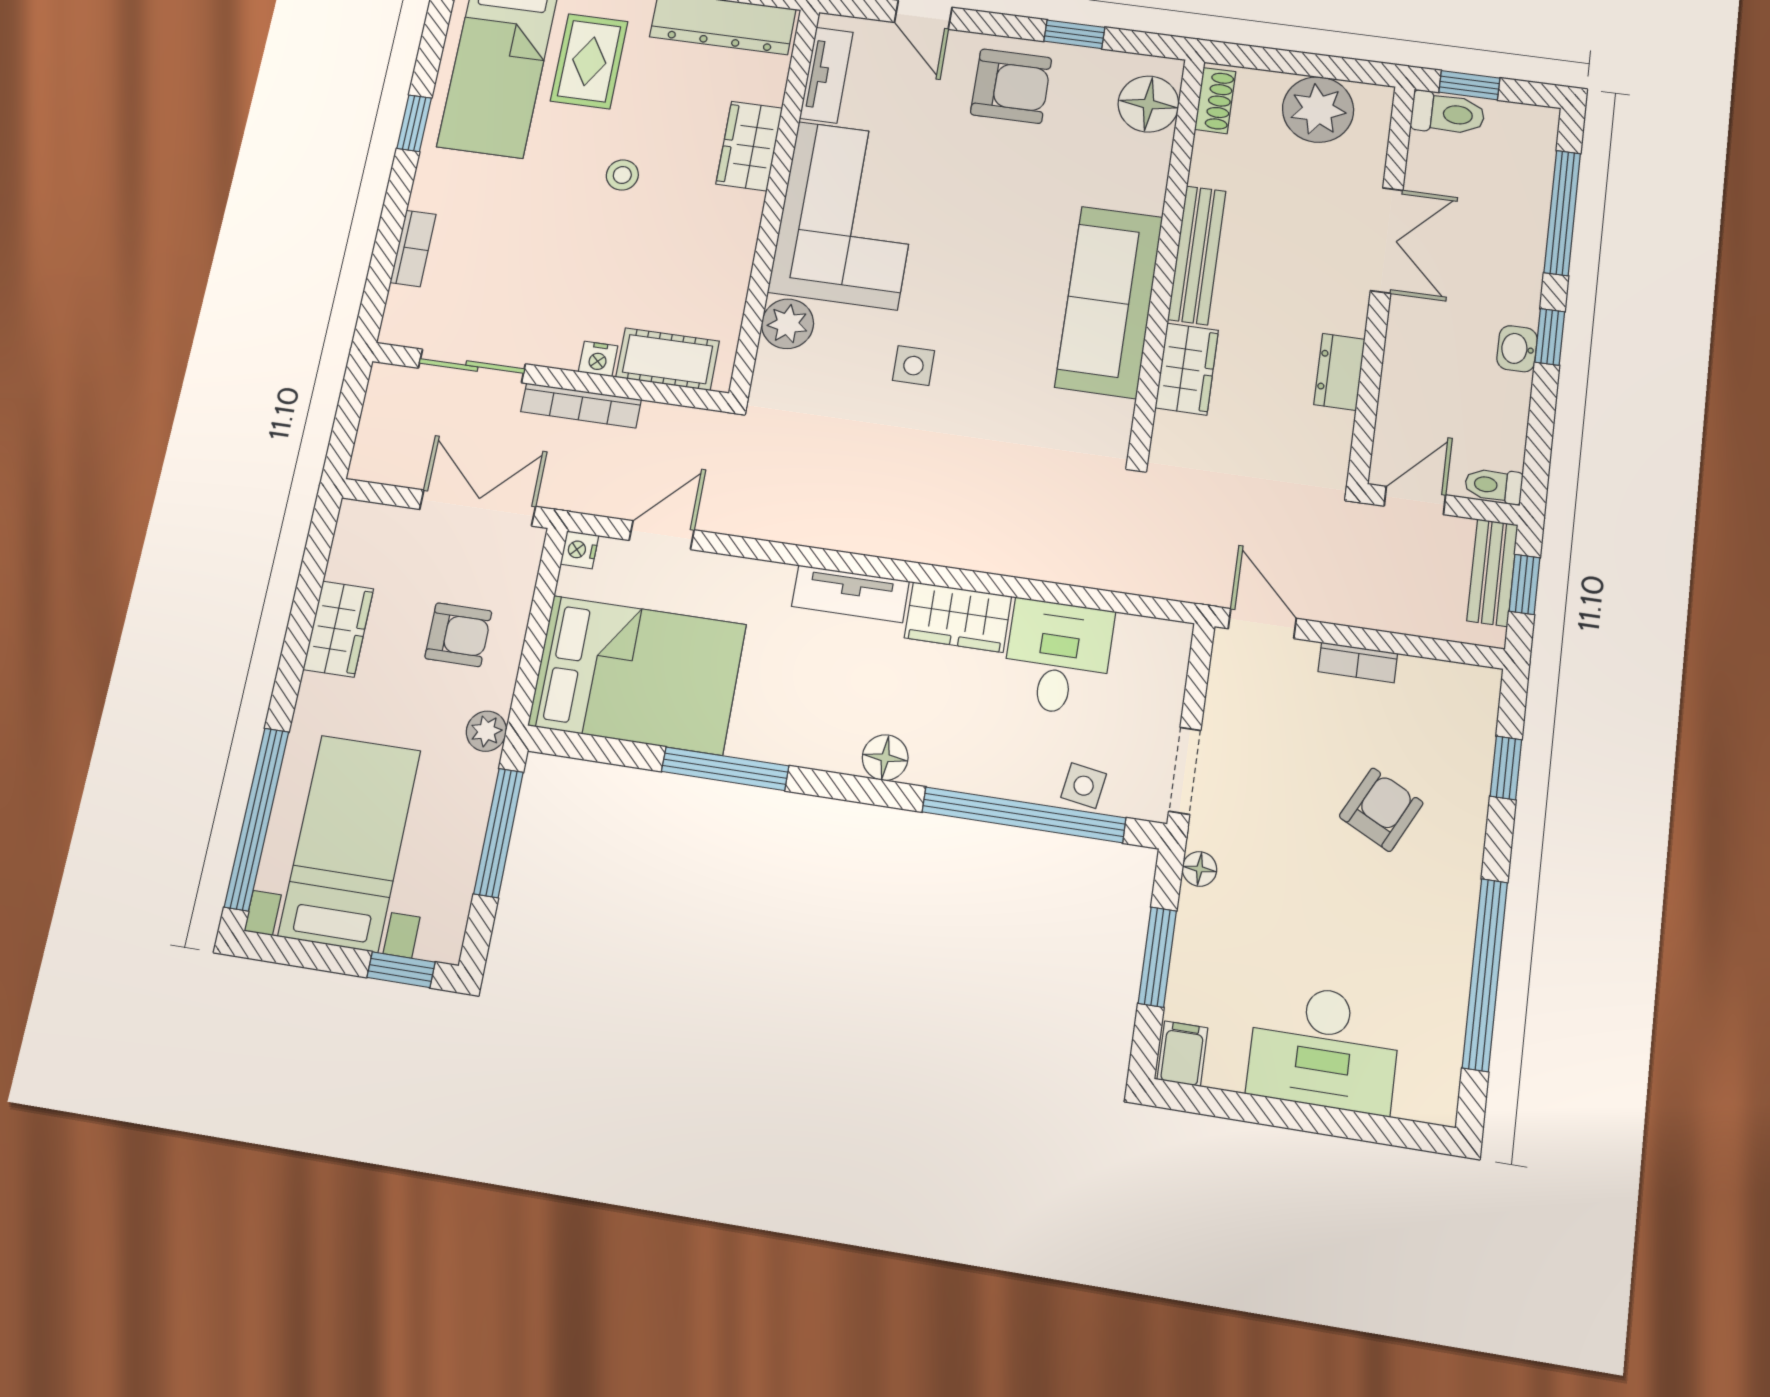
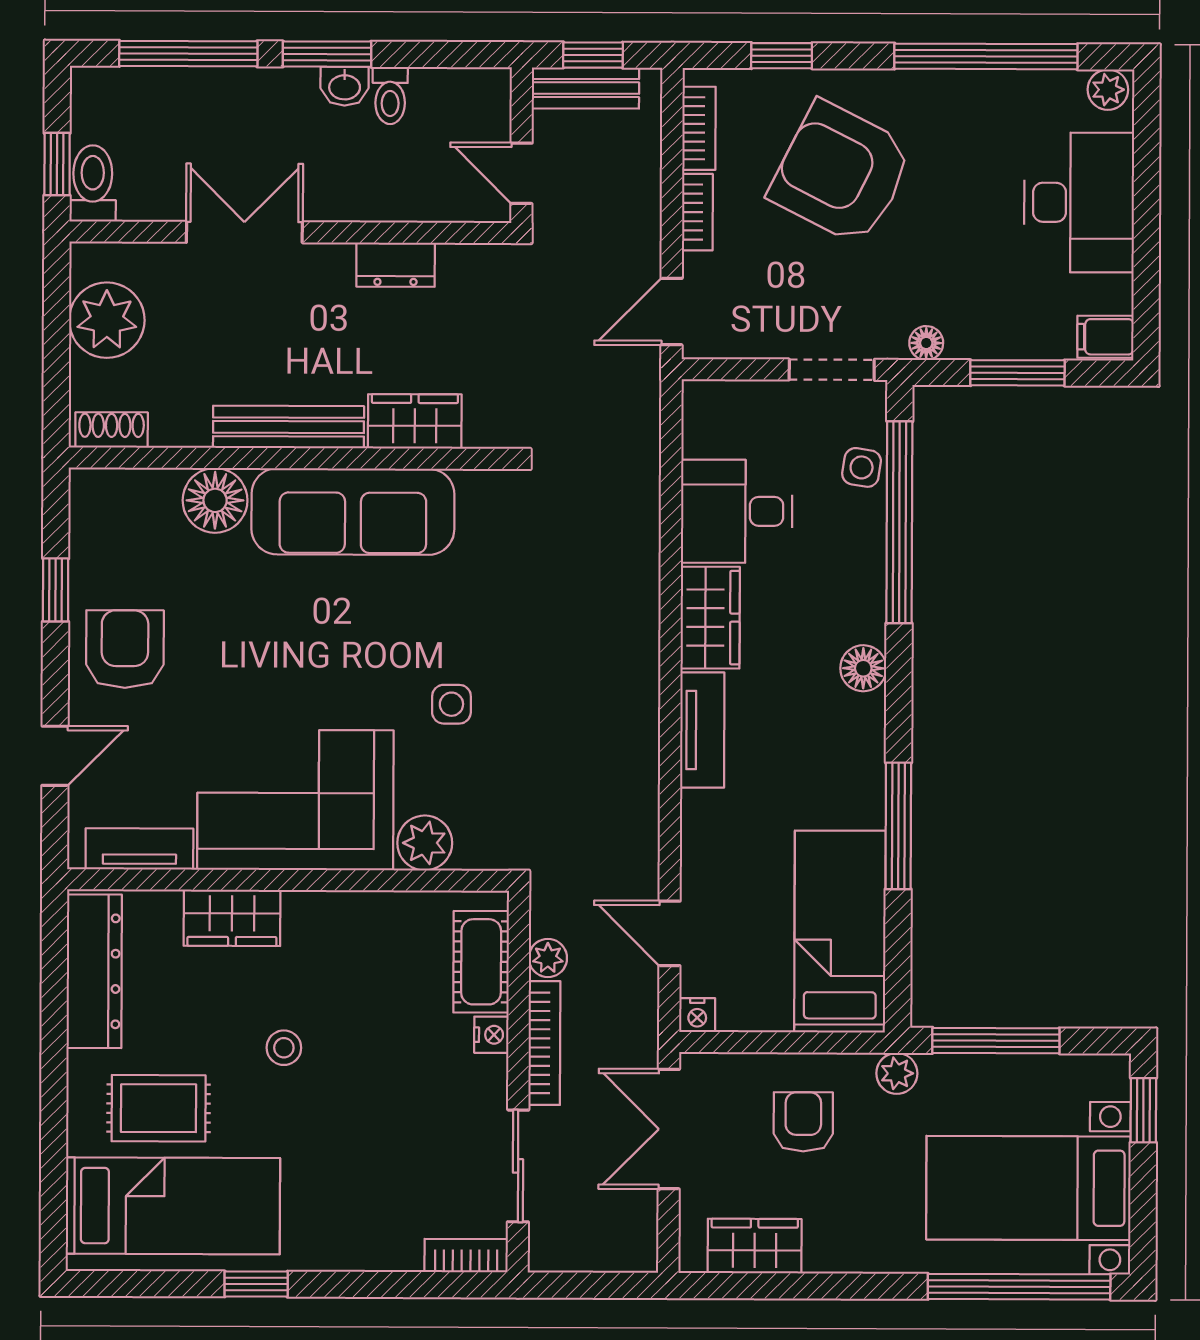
floor lamp: (1148, 104) -> (215, 500), moved
bookcase: (413, 248) -> (466, 1256), moved
window: (1550, 337) -> (327, 54), width x1.50
plant: (660, 420) -> (548, 958), added
toilet: (1494, 485) -> (390, 95), moved
wardrobe: (338, 629) -> (755, 1246), moved
bed: (637, 675) -> (840, 932), width x0.67
bookcase: (1441, 676) -> (699, 128), added
armchair: (1381, 810) -> (841, 173), width x1.88, depth x1.88
plant: (1438, 1097) -> (1108, 90), added

